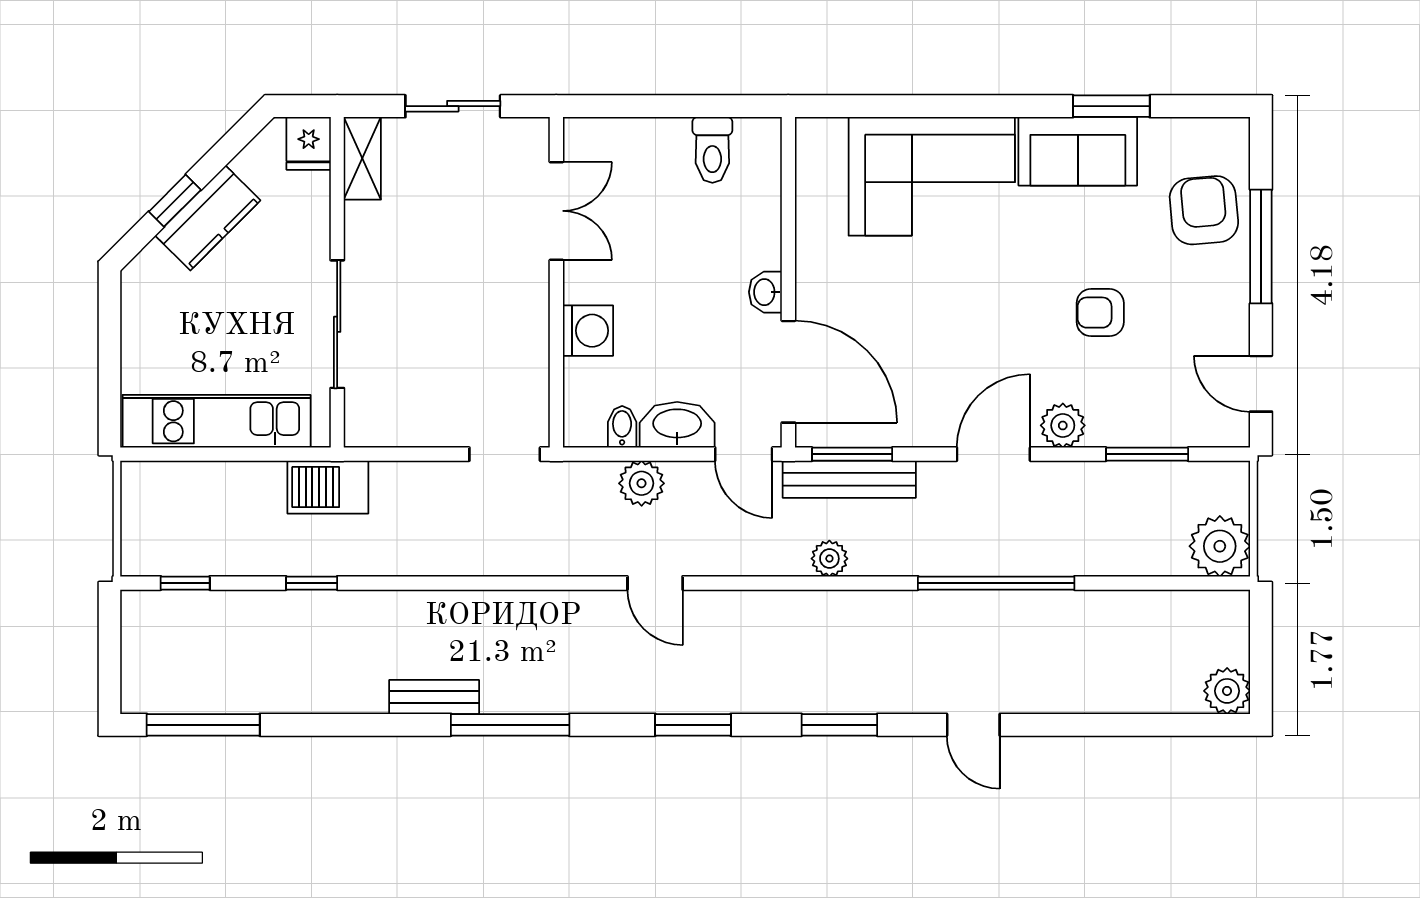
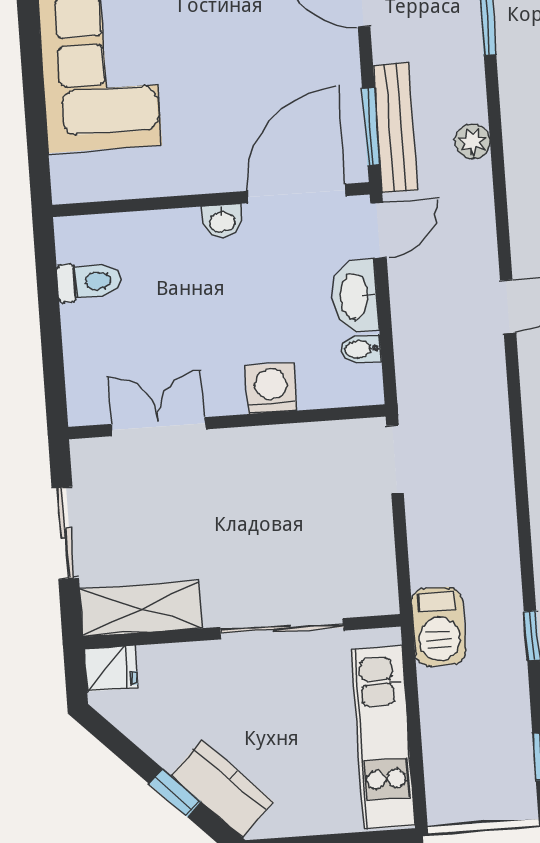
shelving: (362, 158) -> (141, 609), width x1.50, depth x1.33
kitchen counter: (208, 218) -> (222, 789), moved
plant: (642, 483) -> (413, 326), removed

